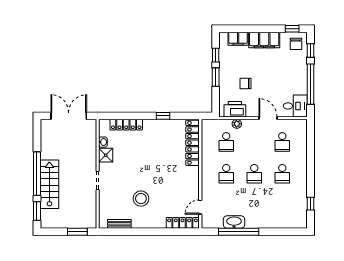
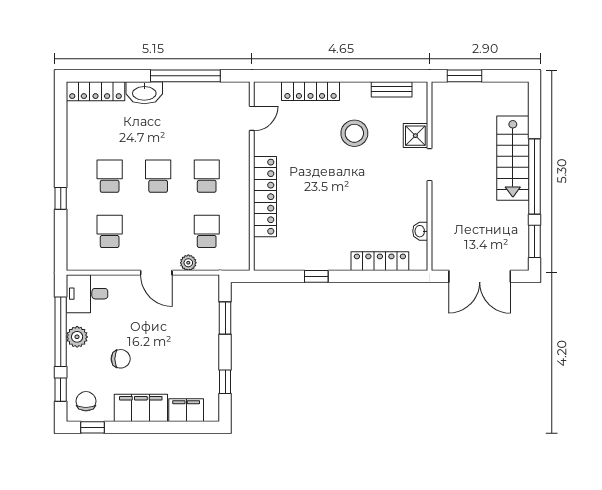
window: (216, 77) -> (225, 318), moved
plant: (301, 81) -> (77, 337), added
chair: (246, 83) -> (121, 359), moved
printer: (235, 109) -> (192, 288), removed
door: (268, 118) -> (156, 273), moved
locker: (193, 143) -> (265, 197), moved
shower: (106, 155) -> (415, 136), moved
window: (311, 204) -> (61, 198), moved
window: (37, 211) -> (534, 241), moved
washbasin: (234, 222) -> (144, 93), moved
locker: (182, 223) -> (310, 91), moved
locker: (290, 223) -> (95, 91), added

